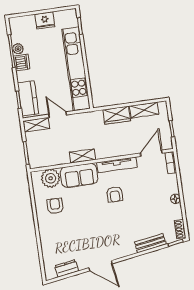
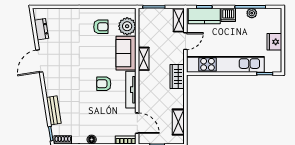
dishwasher: (22, 62) -> (228, 15), moved
wardrobe: (117, 115) -> (177, 76), moved

